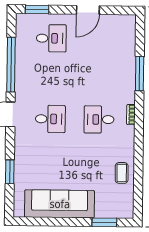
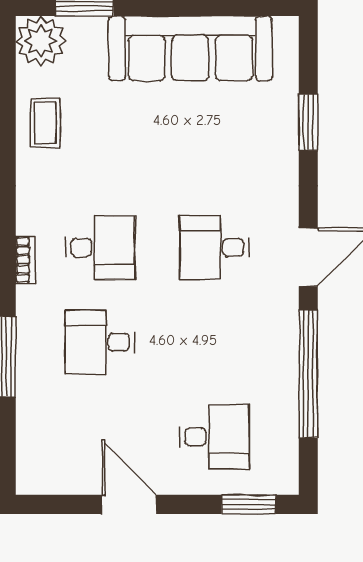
door: (88, 10) -> (129, 504), hinge flipped
desk: (51, 38) -> (214, 437), turned 180
desk: (99, 79) -> (100, 342), added
plant: (123, 208) -> (41, 41), added

